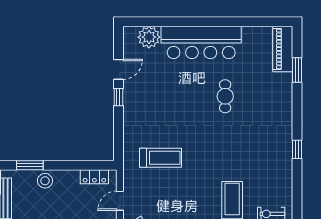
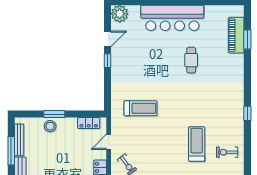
plant: (149, 37) -> (120, 14), moved
piano: (283, 49) -> (236, 35), moved
window: (297, 149) -> (247, 113), moved
window: (30, 165) -> (54, 114), moved

